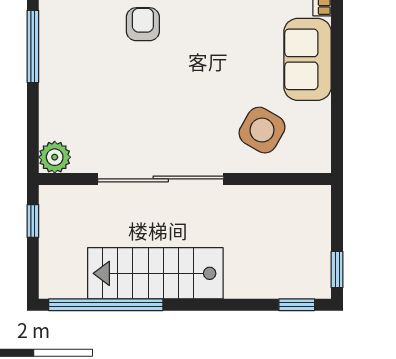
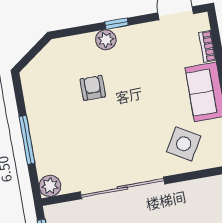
window: (33, 46) -> (27, 140), moved

